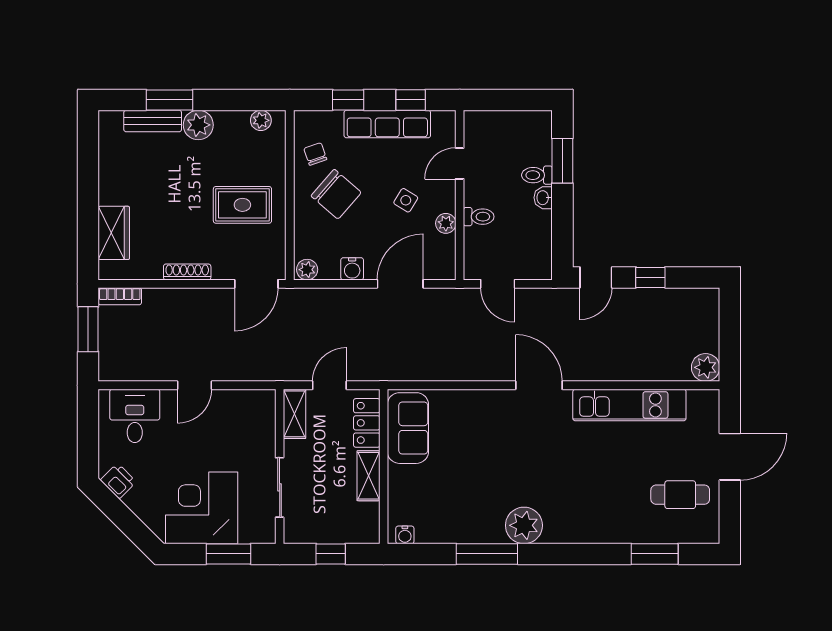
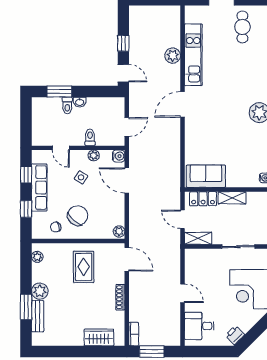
water cooler: (352, 269) -> (119, 156), moved
plant: (706, 367) -> (173, 56), moved

